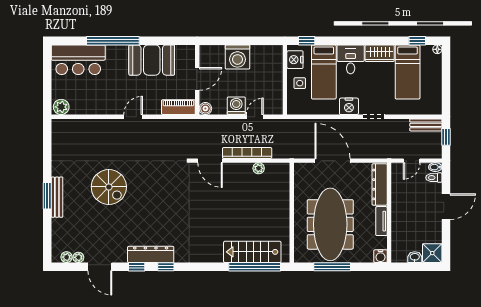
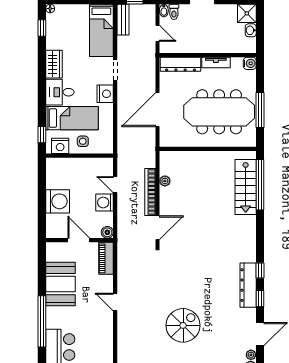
bed: (408, 72) -> (101, 30), moved, turned 90

